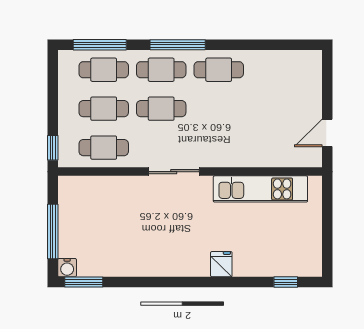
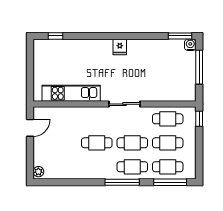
plant: (313, 62) -> (38, 172), added
cafe table: (219, 70) -> (97, 143), moved
fridge: (221, 264) -> (120, 47), moved

